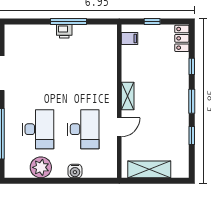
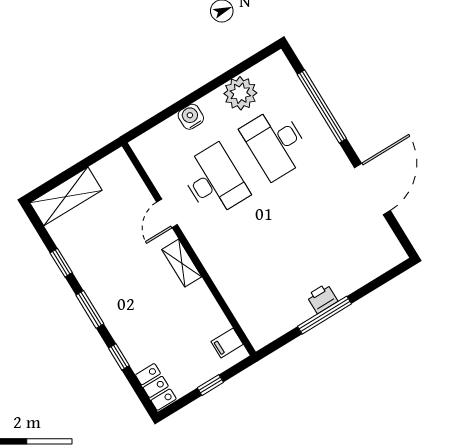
desk: (83, 129) -> (214, 181), turned 180
shelving: (149, 169) -> (66, 196), moved

